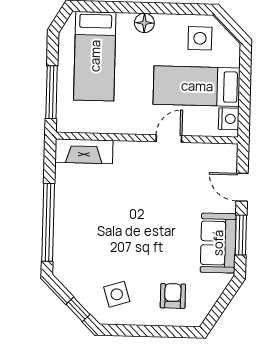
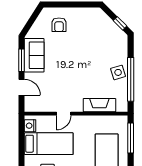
fireplace: (84, 151) -> (99, 105), moved
window: (48, 222) -> (131, 79), moved
side table: (117, 294) -> (118, 72), moved
window: (78, 309) -> (120, 23), moved

